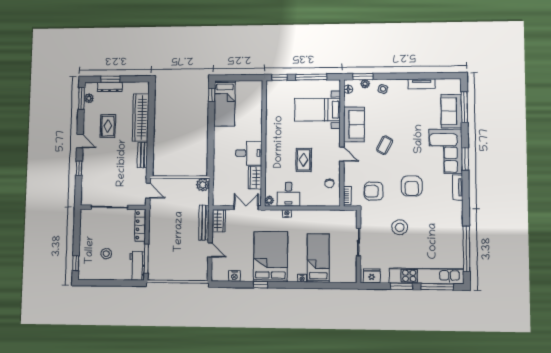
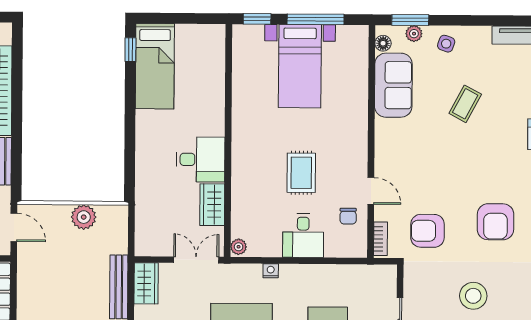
bed with nightstands: (317, 110) -> (300, 66), moved, turned -90
sofa: (354, 124) -> (393, 85), moved
coffee table: (385, 145) -> (465, 104), moved
door: (342, 154) -> (371, 191), moved
plant: (203, 185) -> (84, 217), moved
desk: (288, 194) -> (303, 236), moved

